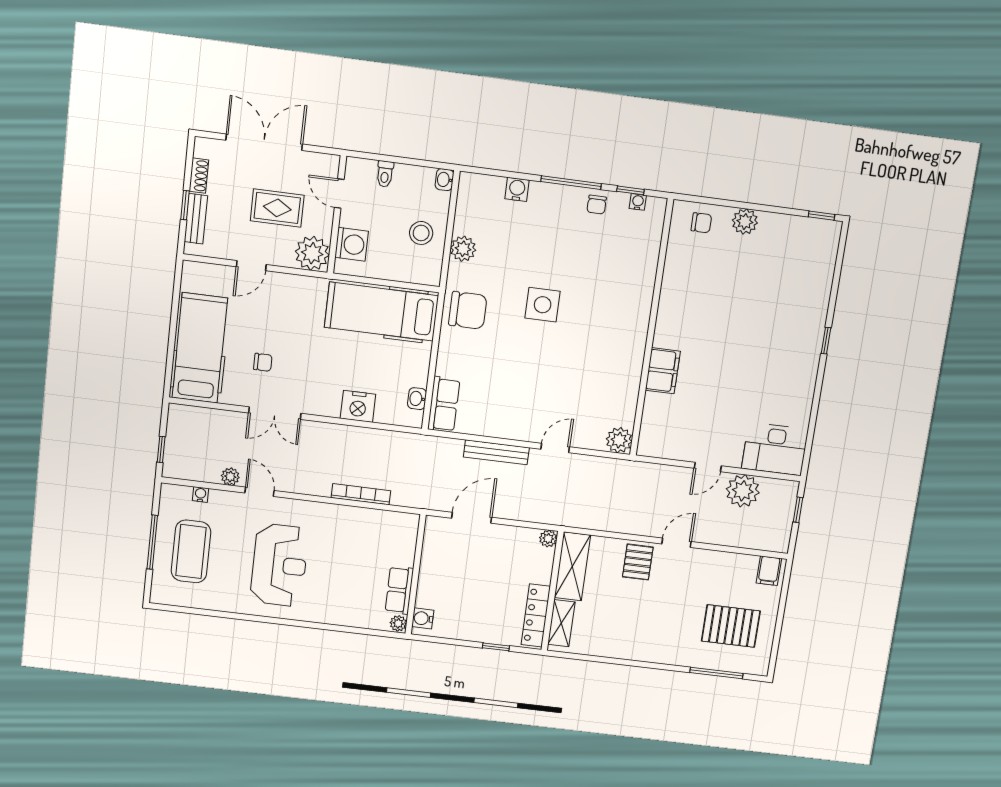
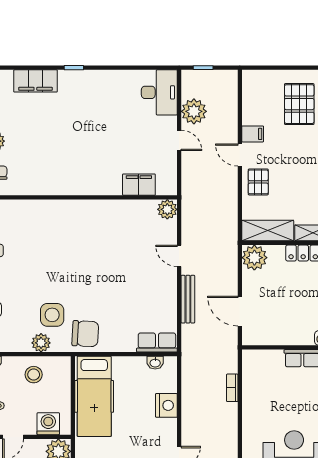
filing cabinet: (817, 287) -> (35, 81), added
side table: (543, 305) -> (52, 315), moved
chair: (468, 310) -> (85, 334), turned 93
filing cabinet: (663, 371) -> (139, 185), moved
bookcase: (361, 494) -> (232, 388), width x0.64
plant: (548, 539) -> (254, 258), width x1.87, depth x1.87
pallet: (638, 562) -> (258, 182), turned 90
filing cabinet: (769, 571) -> (253, 134), moved

